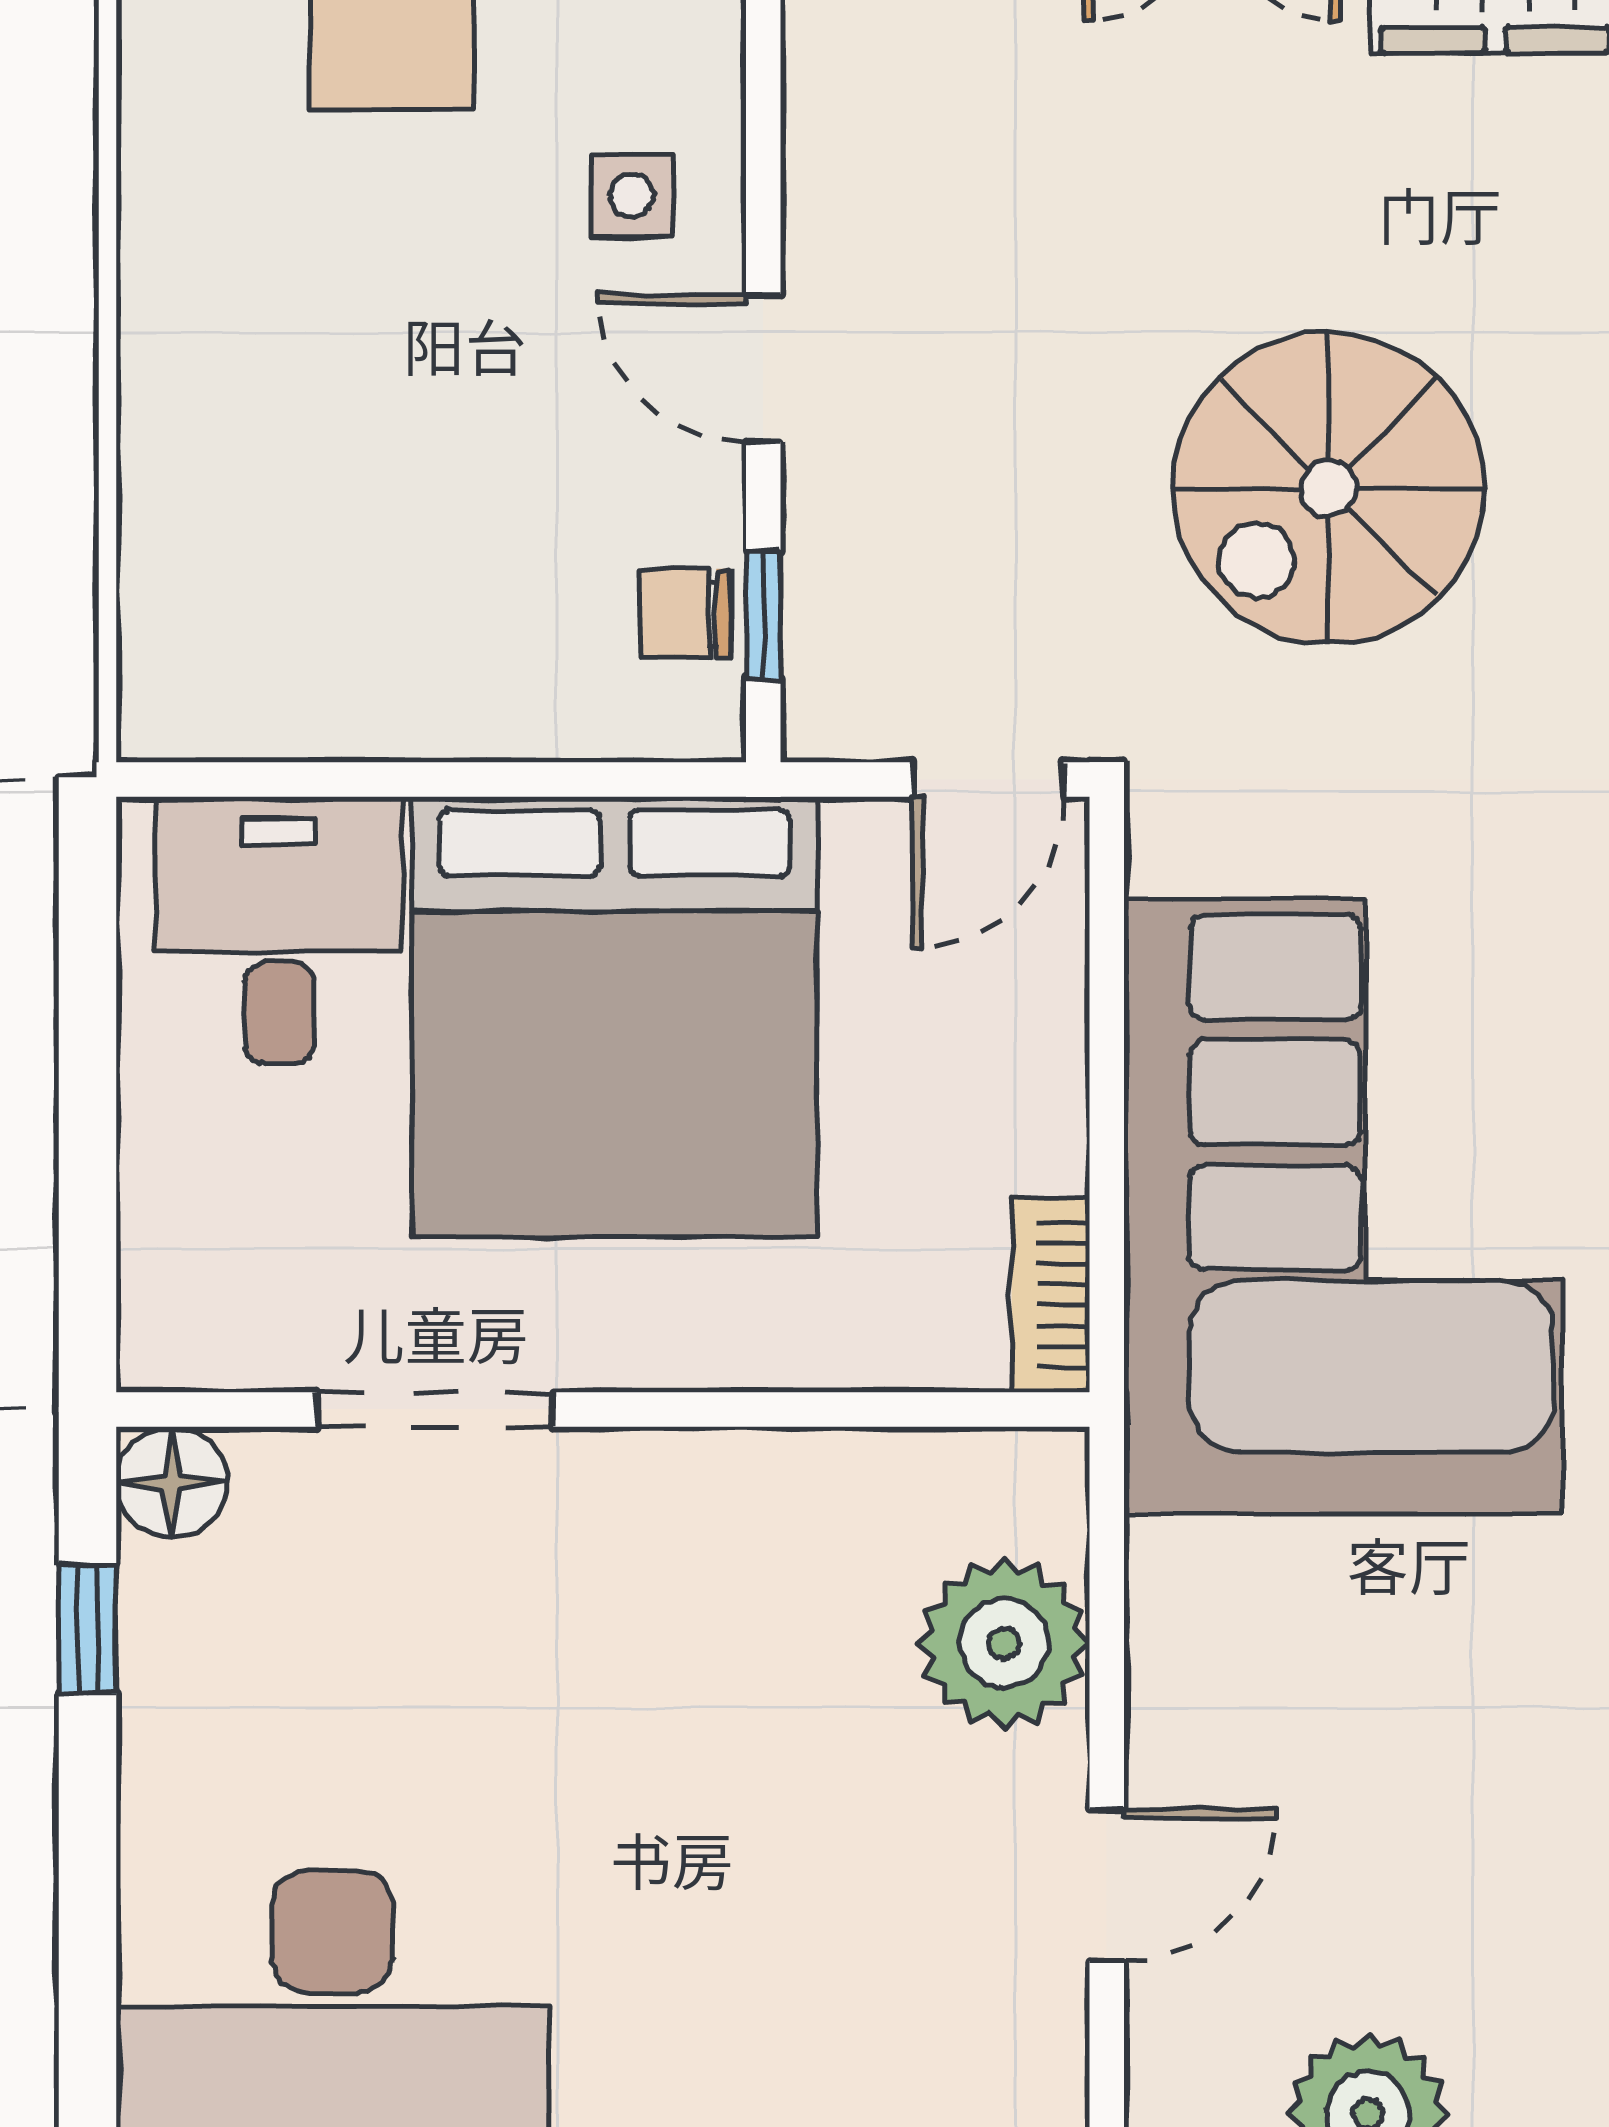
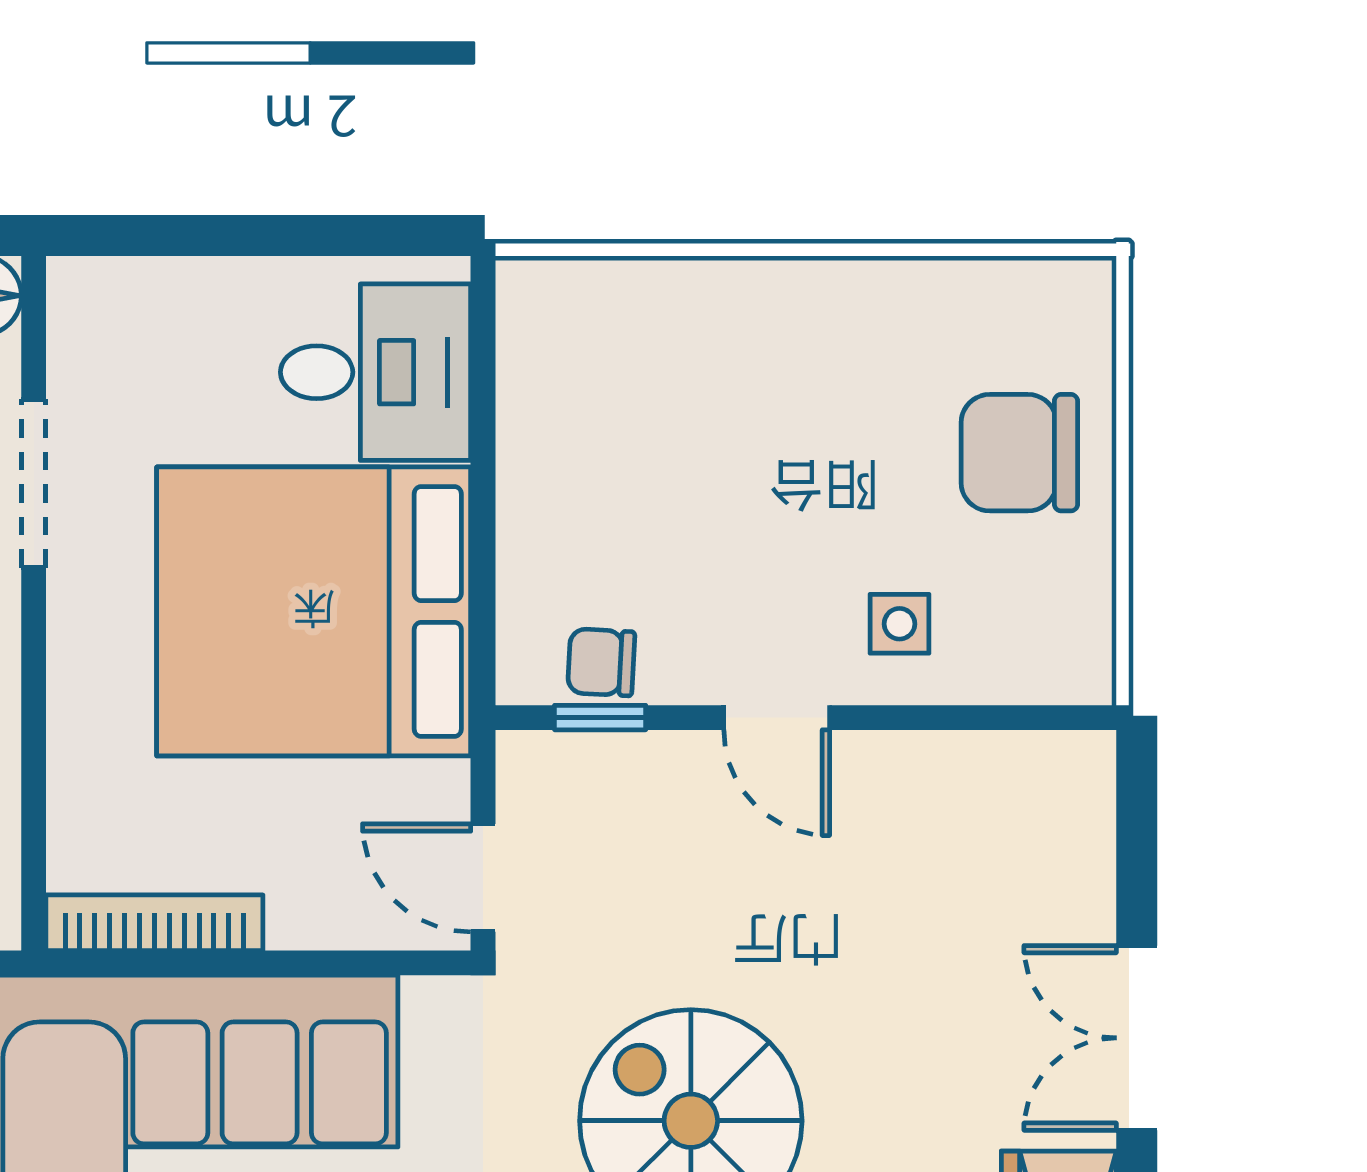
door: (763, 368) -> (777, 718), swing flipped
chair: (686, 614) -> (601, 662), turned -87
bookcase: (1051, 1295) -> (154, 923), width x1.56

